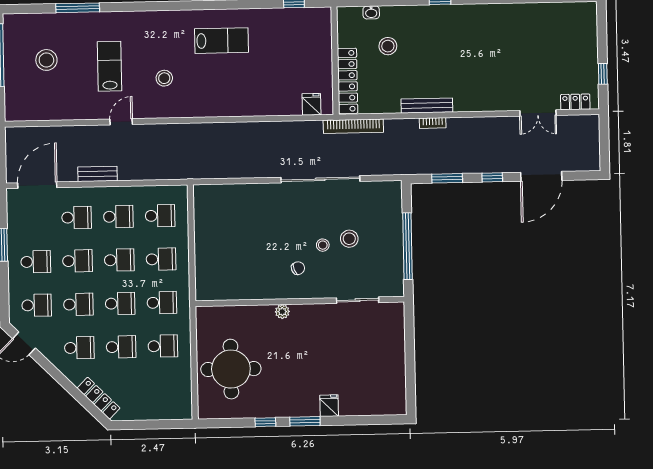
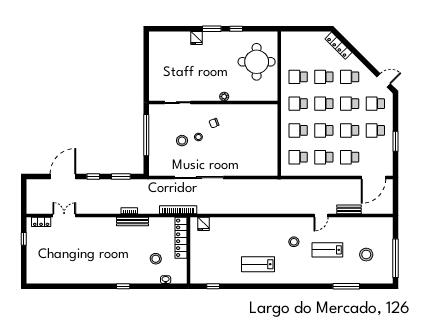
lab bench: (110, 66) -> (327, 250), turned 90
bench: (98, 174) -> (349, 209), moved

